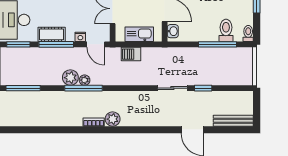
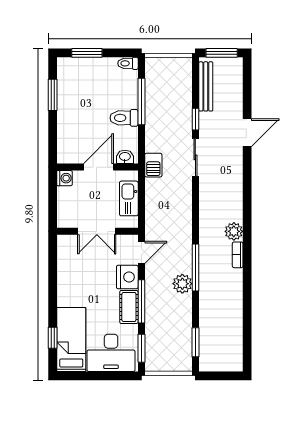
toilet: (226, 30) -> (124, 118), moved
nightstand: (80, 37) -> (127, 277), width x1.89, depth x1.79
barbecue: (131, 54) -> (153, 165), moved
plant: (85, 80) -> (186, 266), removed
window: (23, 88) -> (195, 342), width x0.69
window: (257, 109) -> (222, 53), added
bench: (233, 121) -> (206, 86), moved

